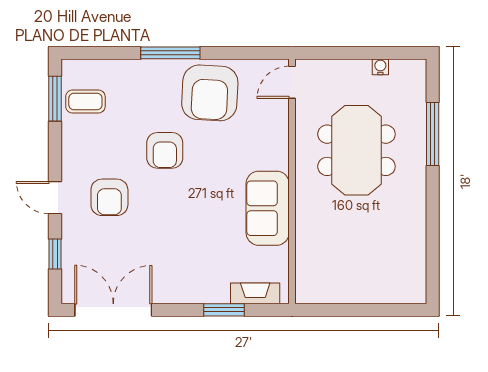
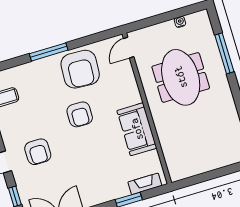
armchair: (165, 150) -> (80, 114), moved

